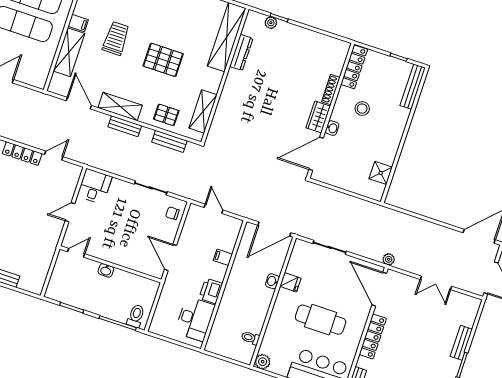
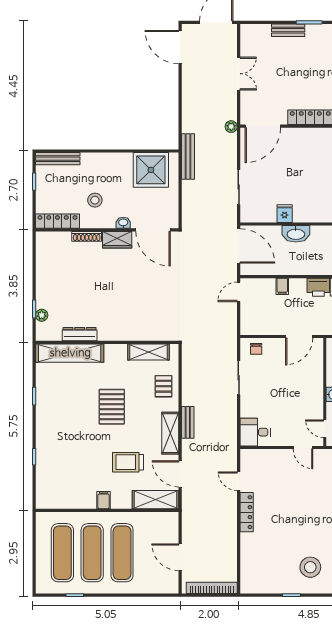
trolley: (116, 38) -> (128, 462), moved
shelving: (69, 52) -> (156, 500), moved
door: (79, 103) -> (180, 474), hinge flipped
bench: (169, 141) -> (188, 157), moved, width x1.36
shower: (381, 173) -> (151, 170), width x1.86, depth x1.86
door: (213, 209) -> (239, 292), moved
door: (70, 212) -> (303, 448), moved
washbasin: (272, 281) -> (296, 234), width x1.91, depth x1.45
cafe table: (321, 320) -> (311, 173), removed

